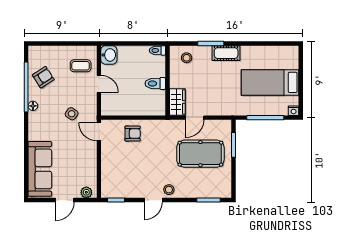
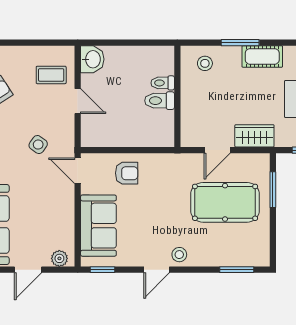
toilet: (157, 50) -> (163, 83), moved
wardrobe: (177, 102) -> (254, 136), moved, turned -90
sofa: (113, 170) -> (98, 226), added

